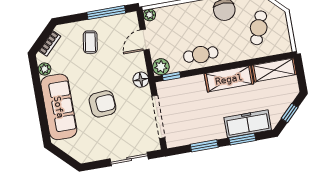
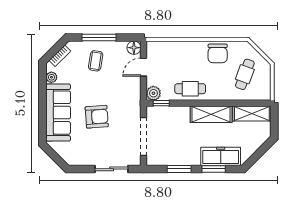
window: (106, 13) -> (99, 37), moved
plant: (150, 15) -> (152, 46), removed
floor lamp: (141, 80) -> (134, 48), moved
window: (290, 113) -> (259, 153), removed

